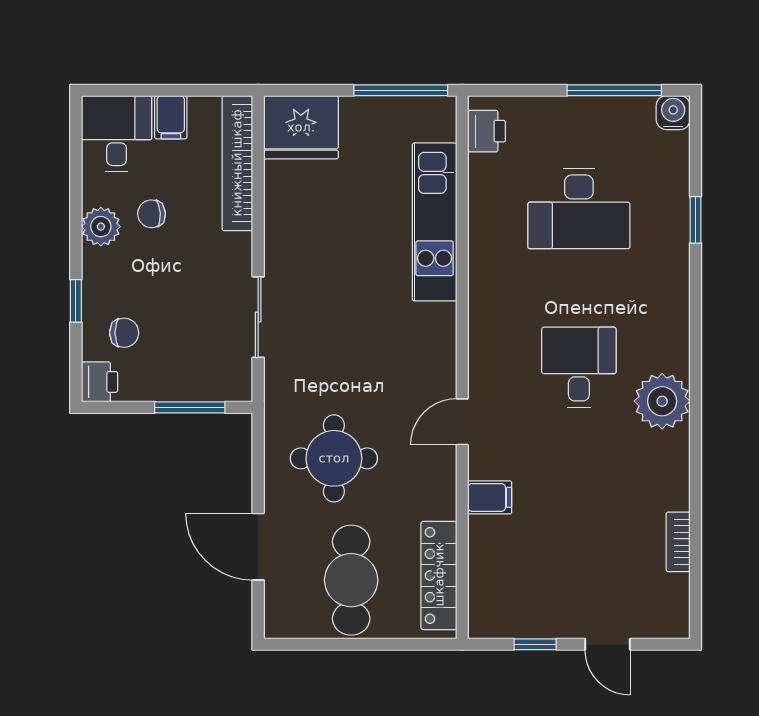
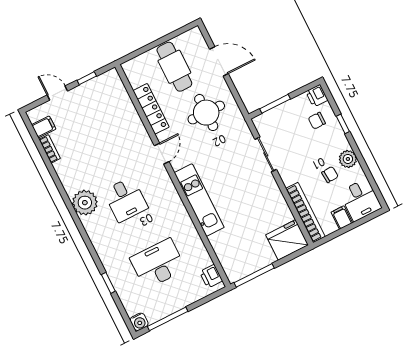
kitchen unit: (435, 222) -> (199, 200), moved
filing cabinet: (490, 497) -> (44, 127), moved, turned 180
locker: (439, 575) -> (151, 109), moved

